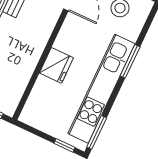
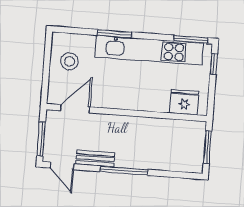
fridge: (56, 65) -> (184, 102), moved

